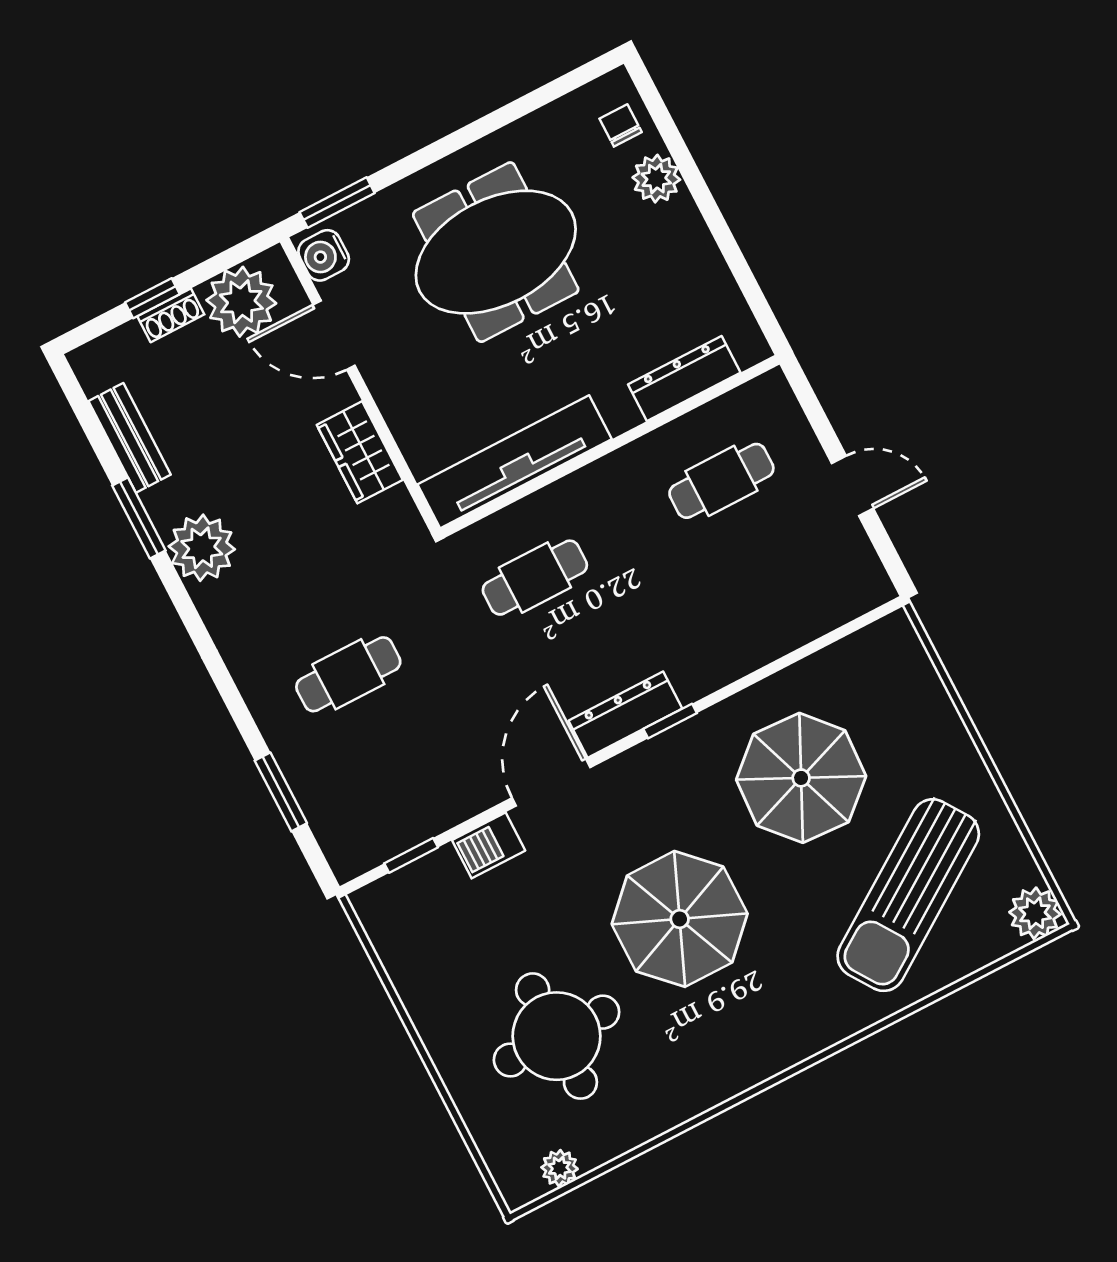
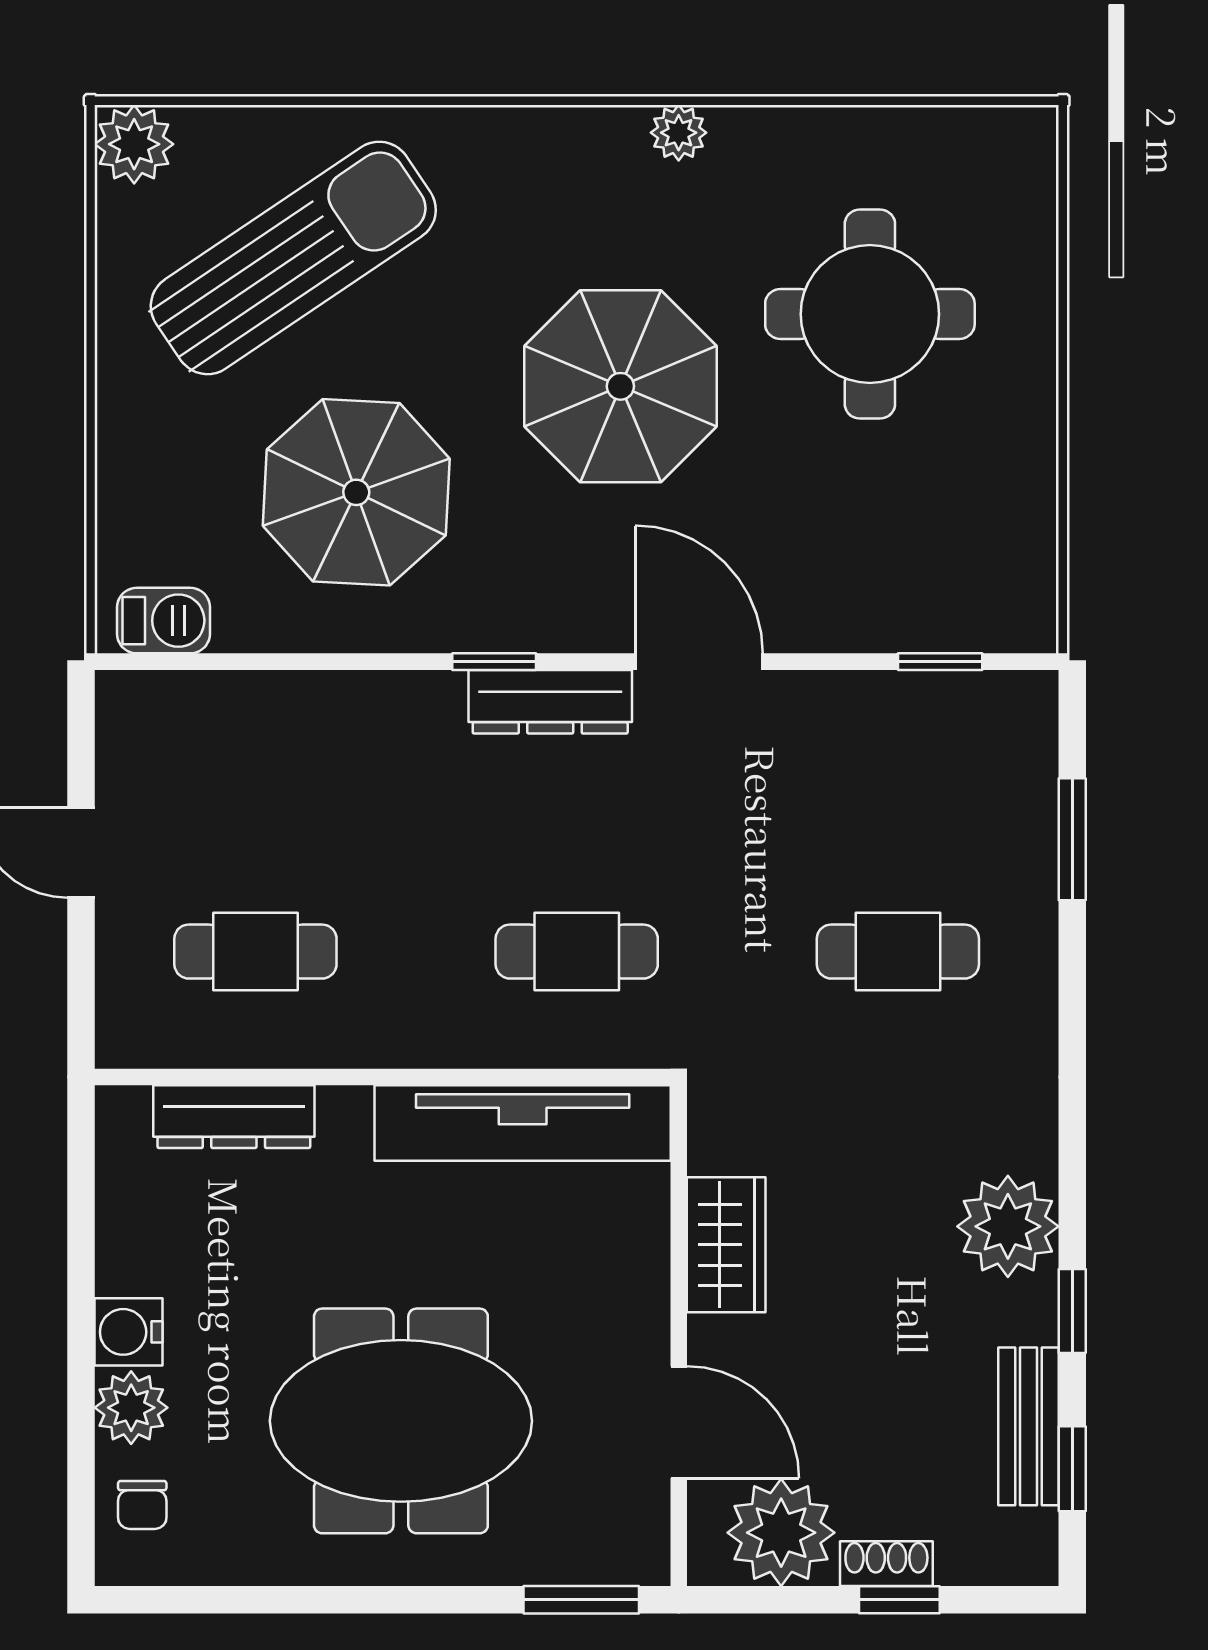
water cooler: (324, 255) -> (129, 1332), moved, turned 180
window: (91, 426) -> (1072, 1469), added
window: (139, 518) -> (1072, 1311), width x0.67
door: (551, 783) -> (699, 662), swing flipped
barbecue: (489, 845) -> (163, 621), moved
plant: (560, 1168) -> (679, 133), moved

